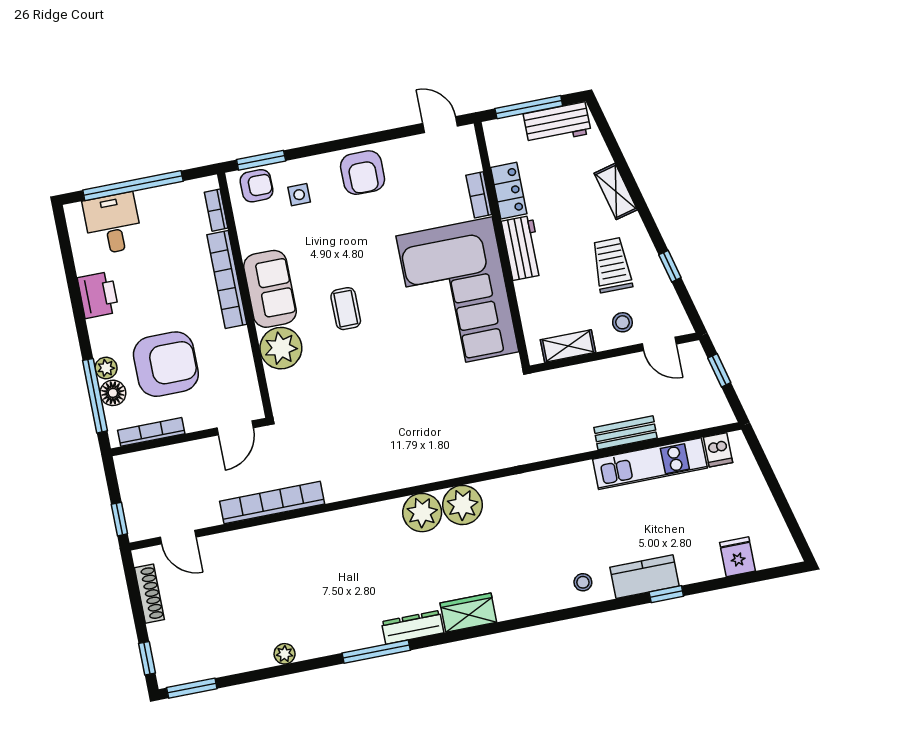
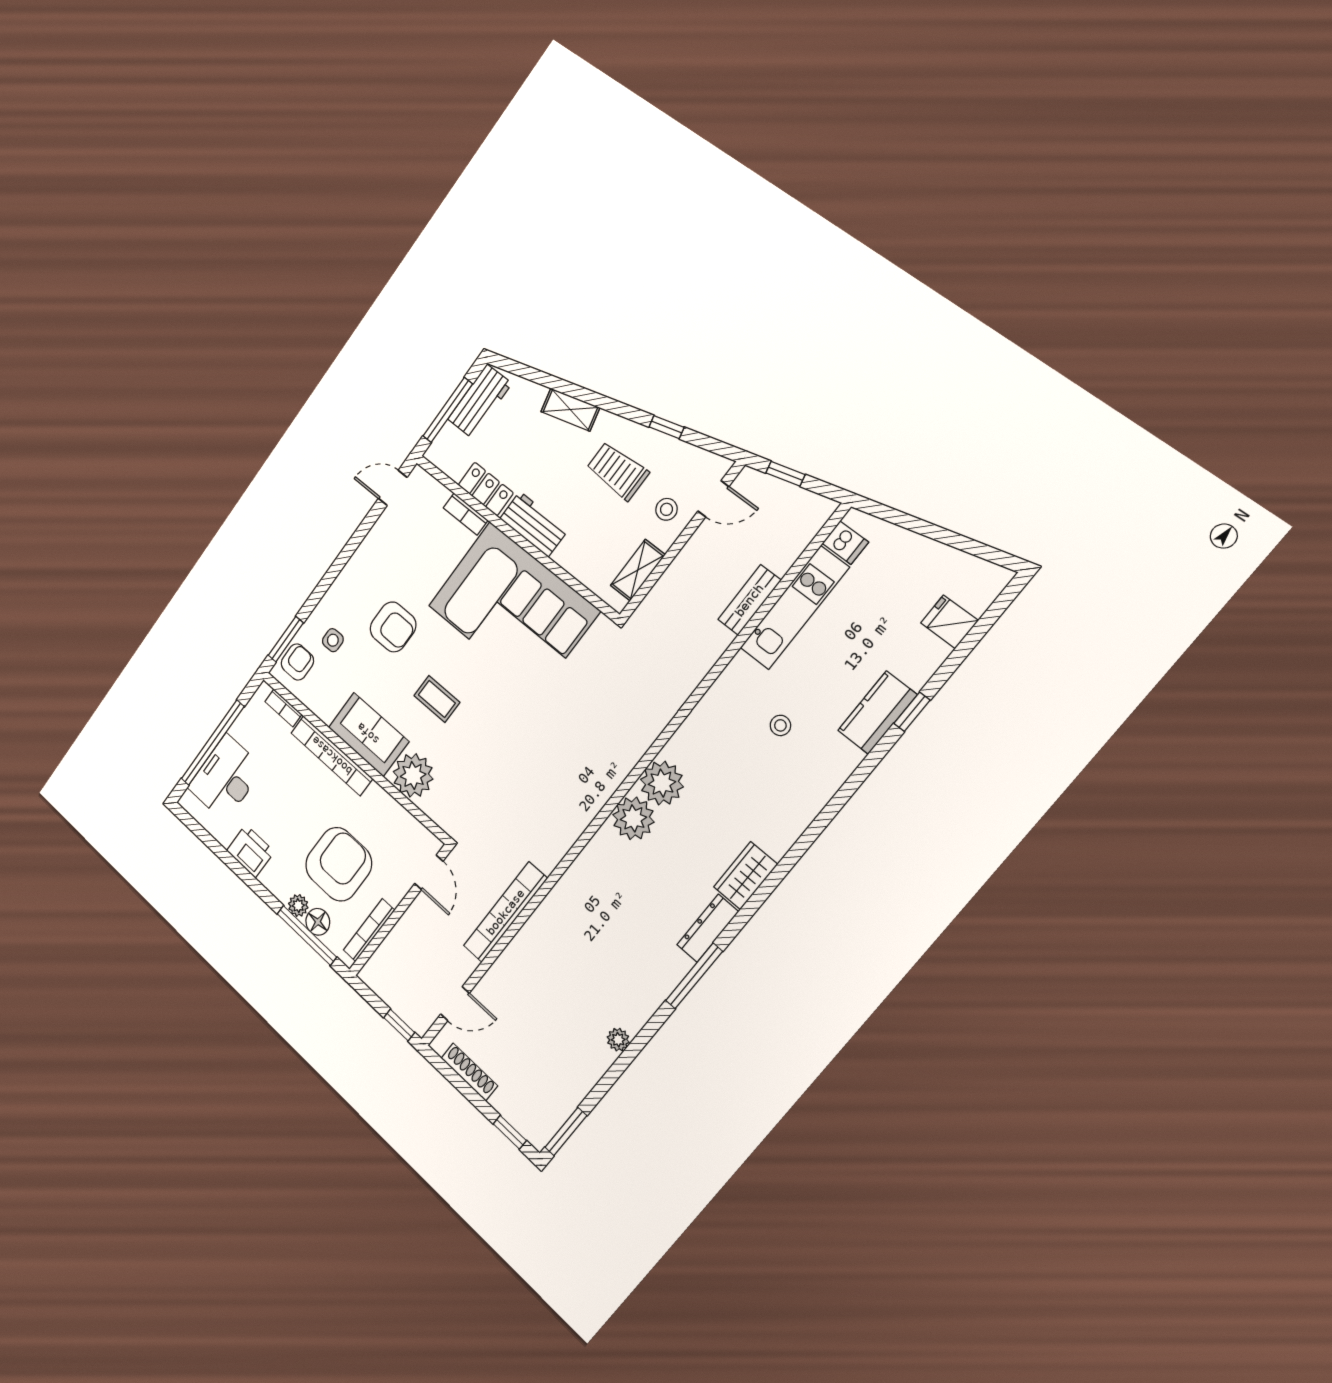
armchair: (363, 173) -> (393, 627), moved
desk: (113, 224) -> (226, 778), width x1.37
stool: (583, 582) -> (780, 725), moved

